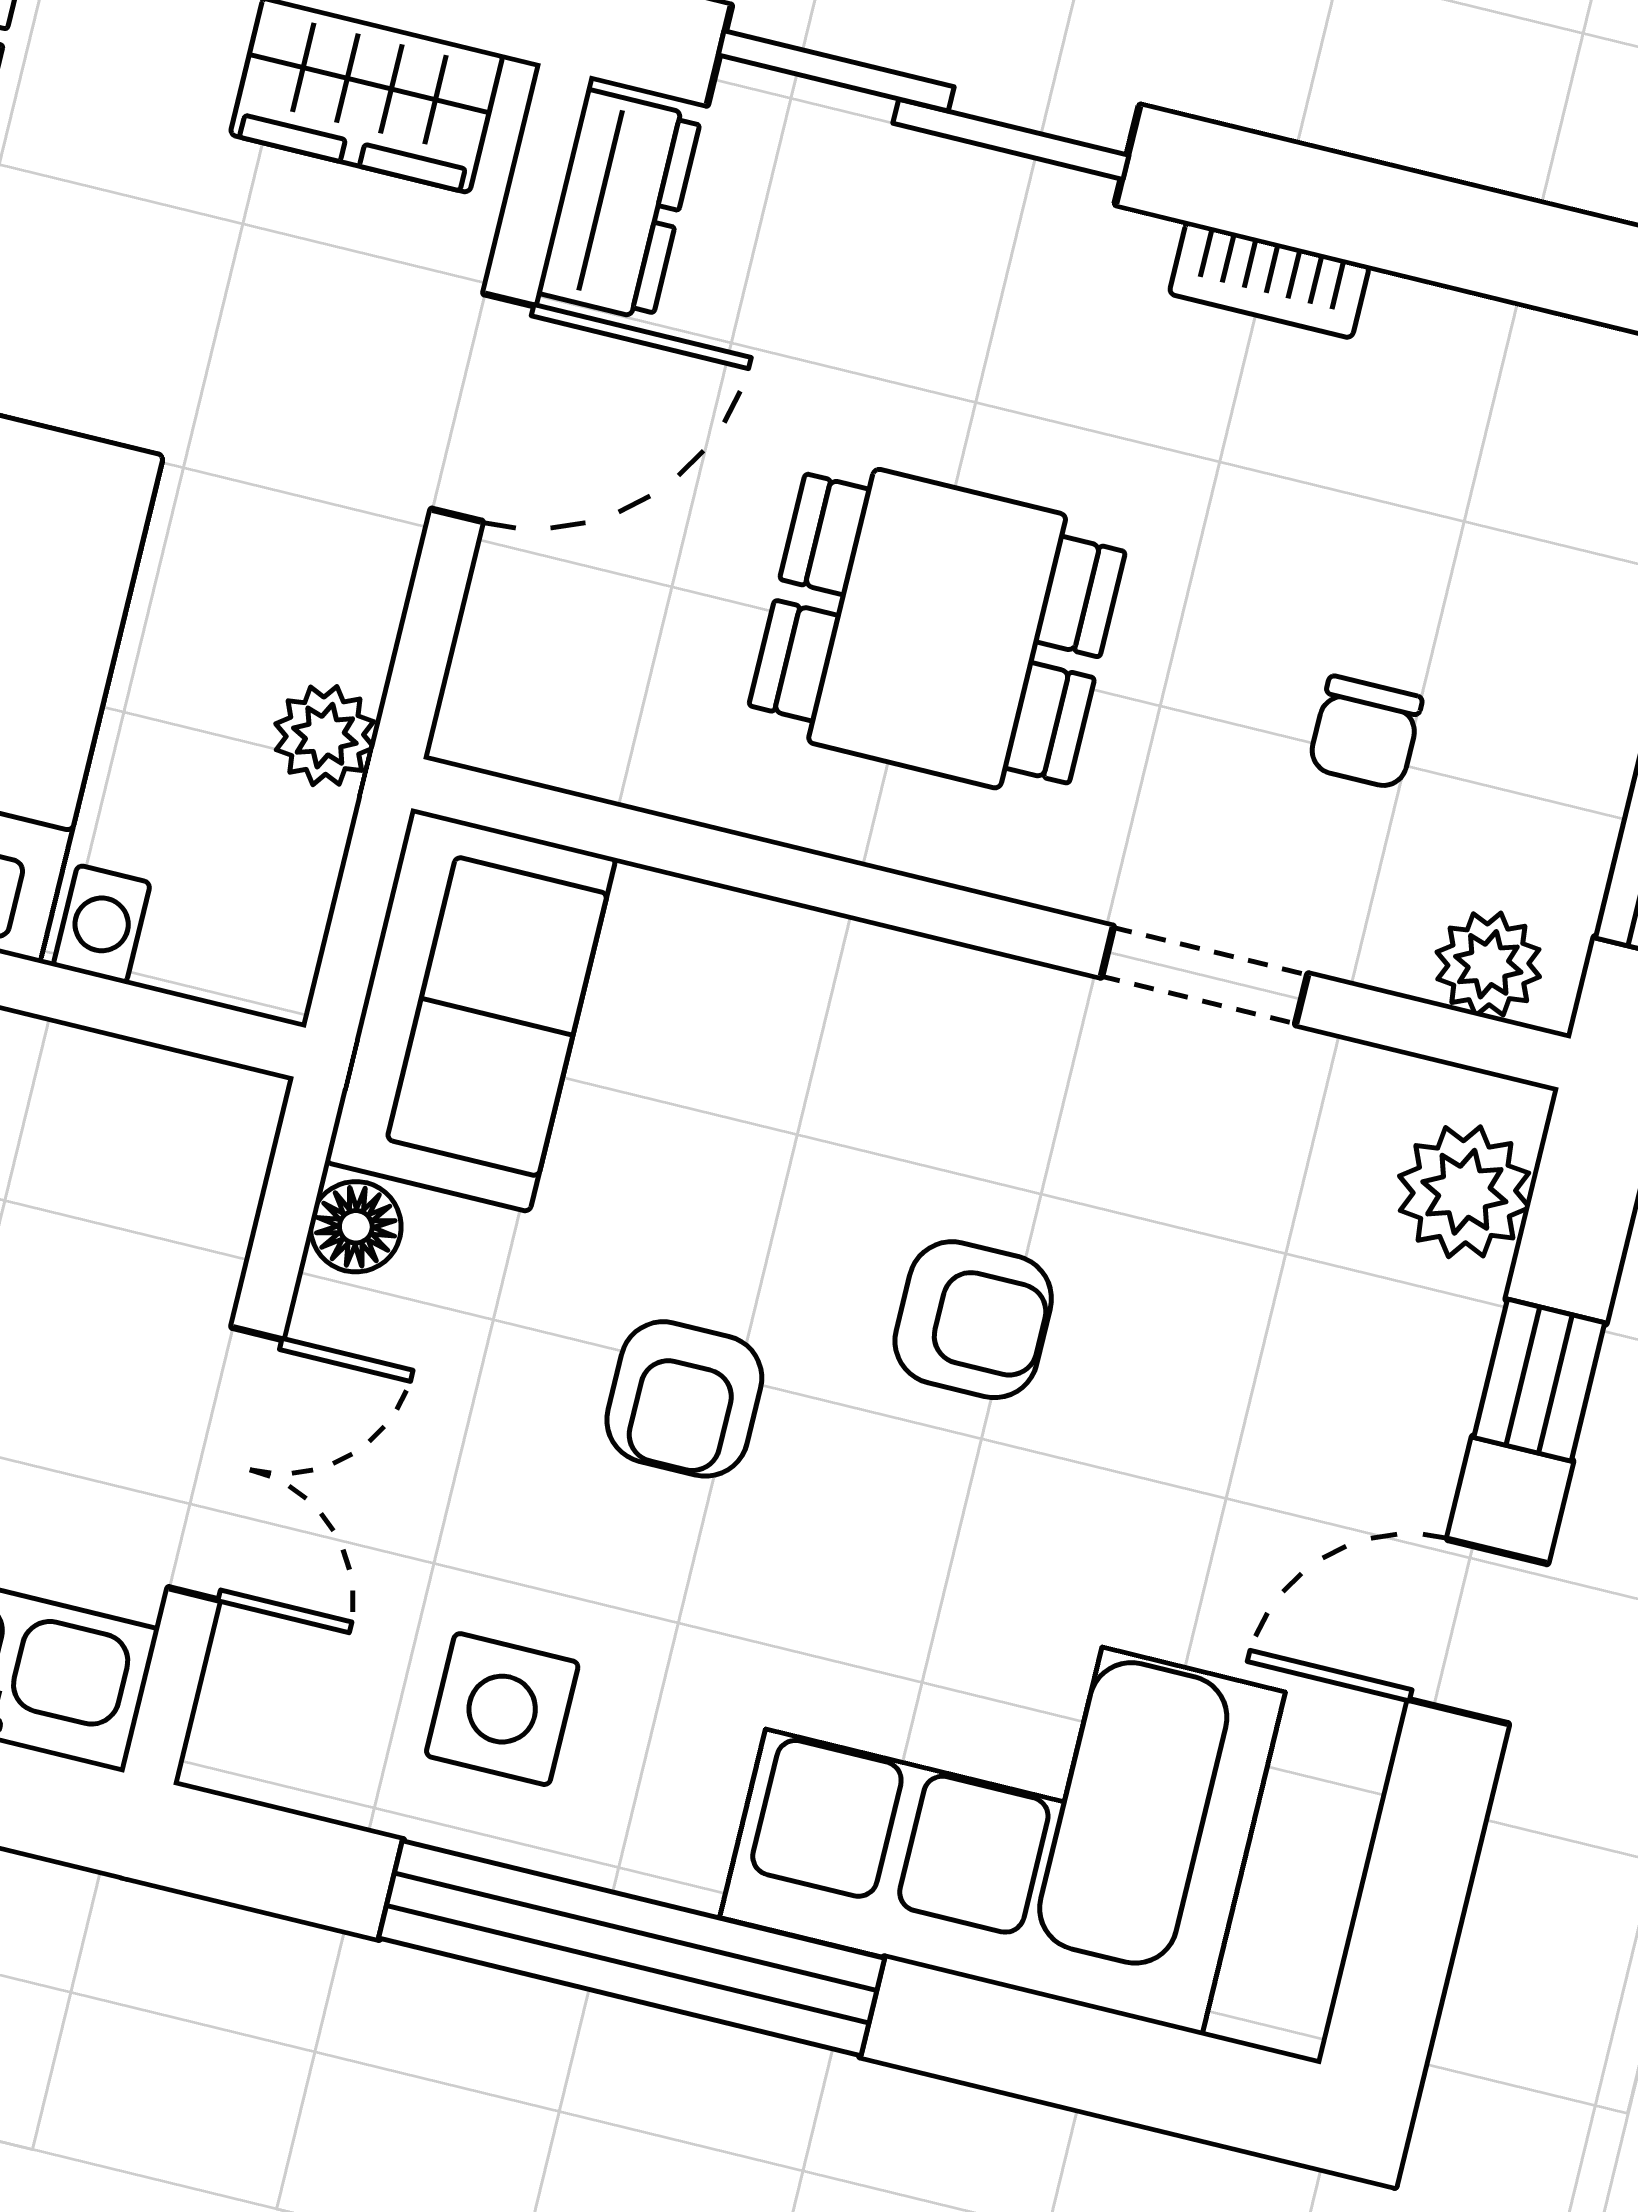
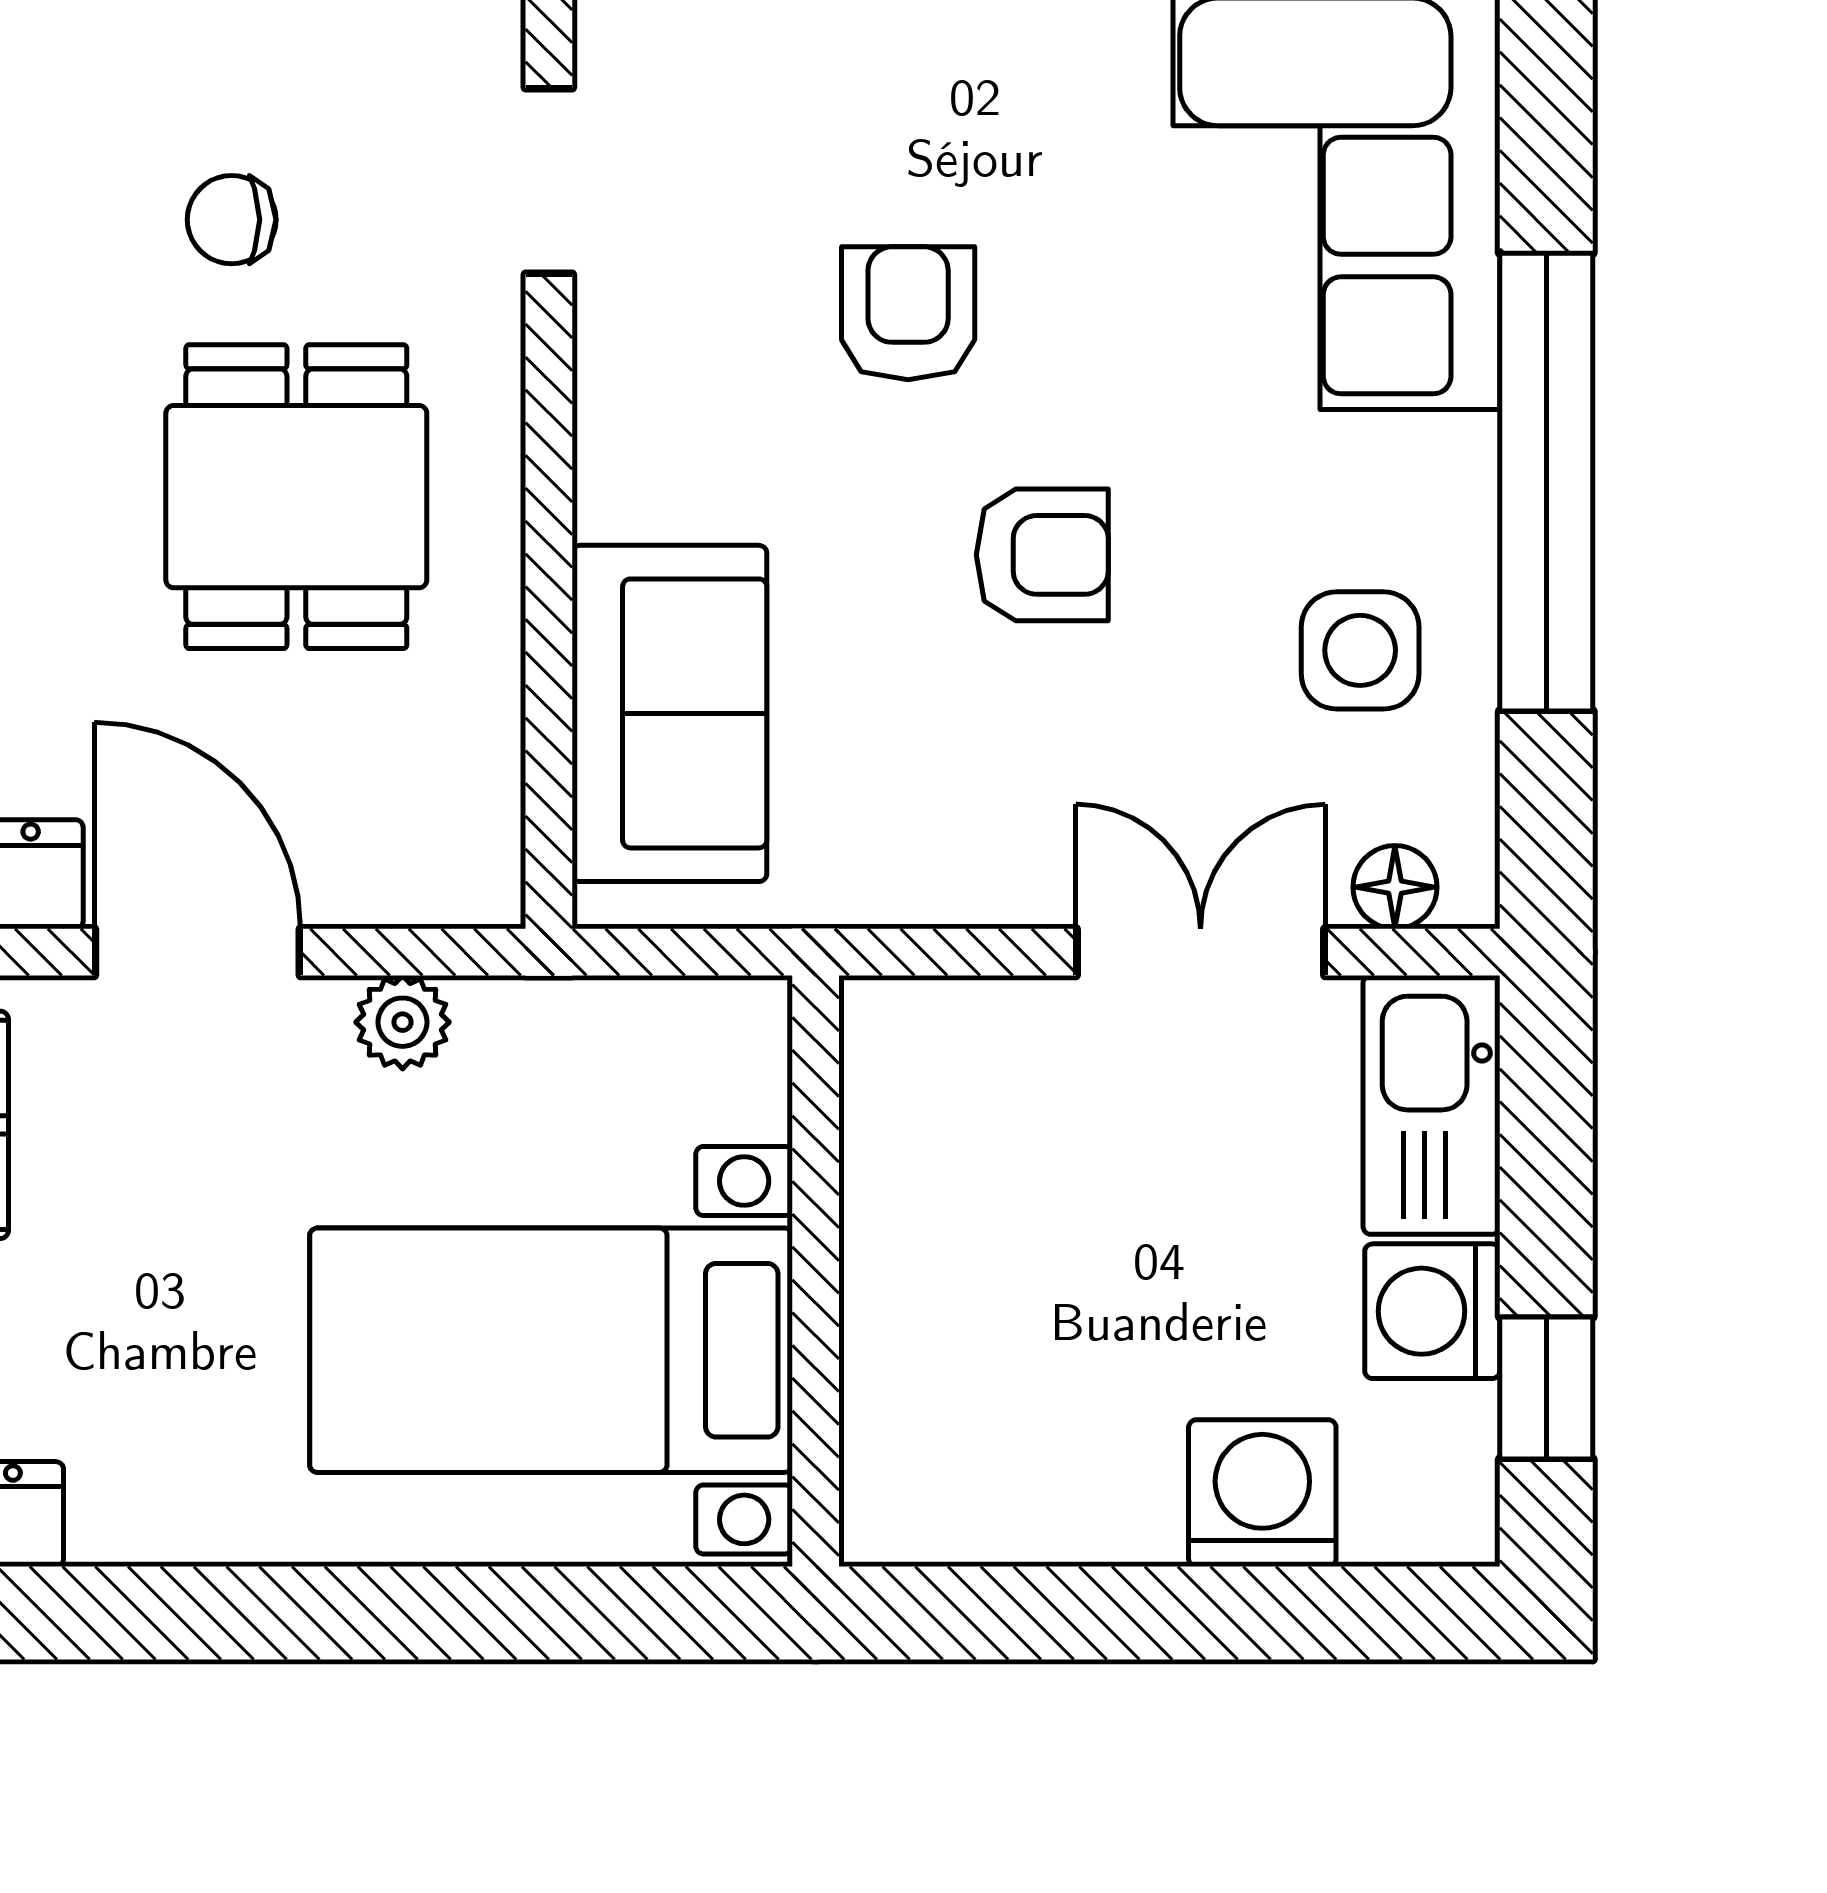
chair: (1365, 733) -> (232, 220), moved, turned 180
plant: (325, 736) -> (403, 1022), moved
sofa: (470, 1010) -> (669, 713), moved, turned 90
floor lamp: (356, 1227) -> (1395, 887), moved

